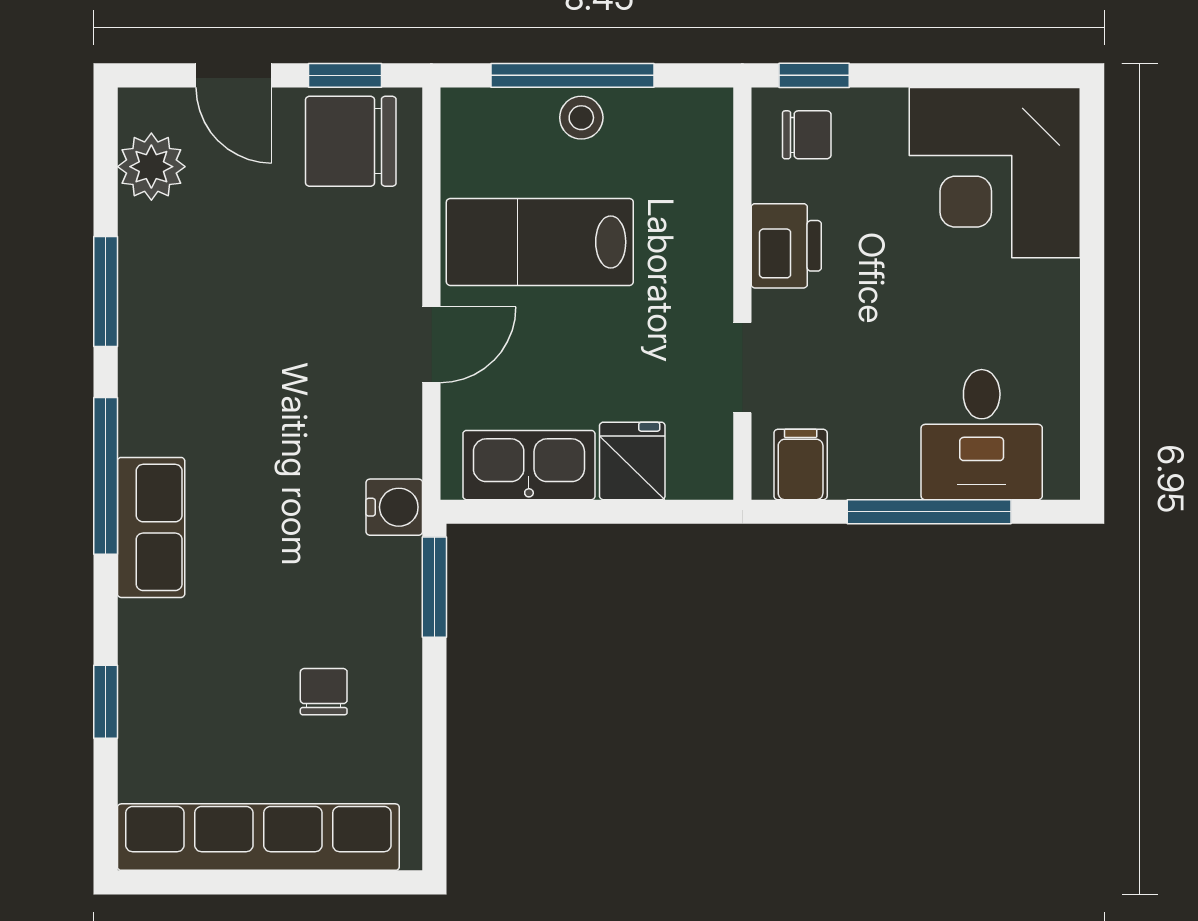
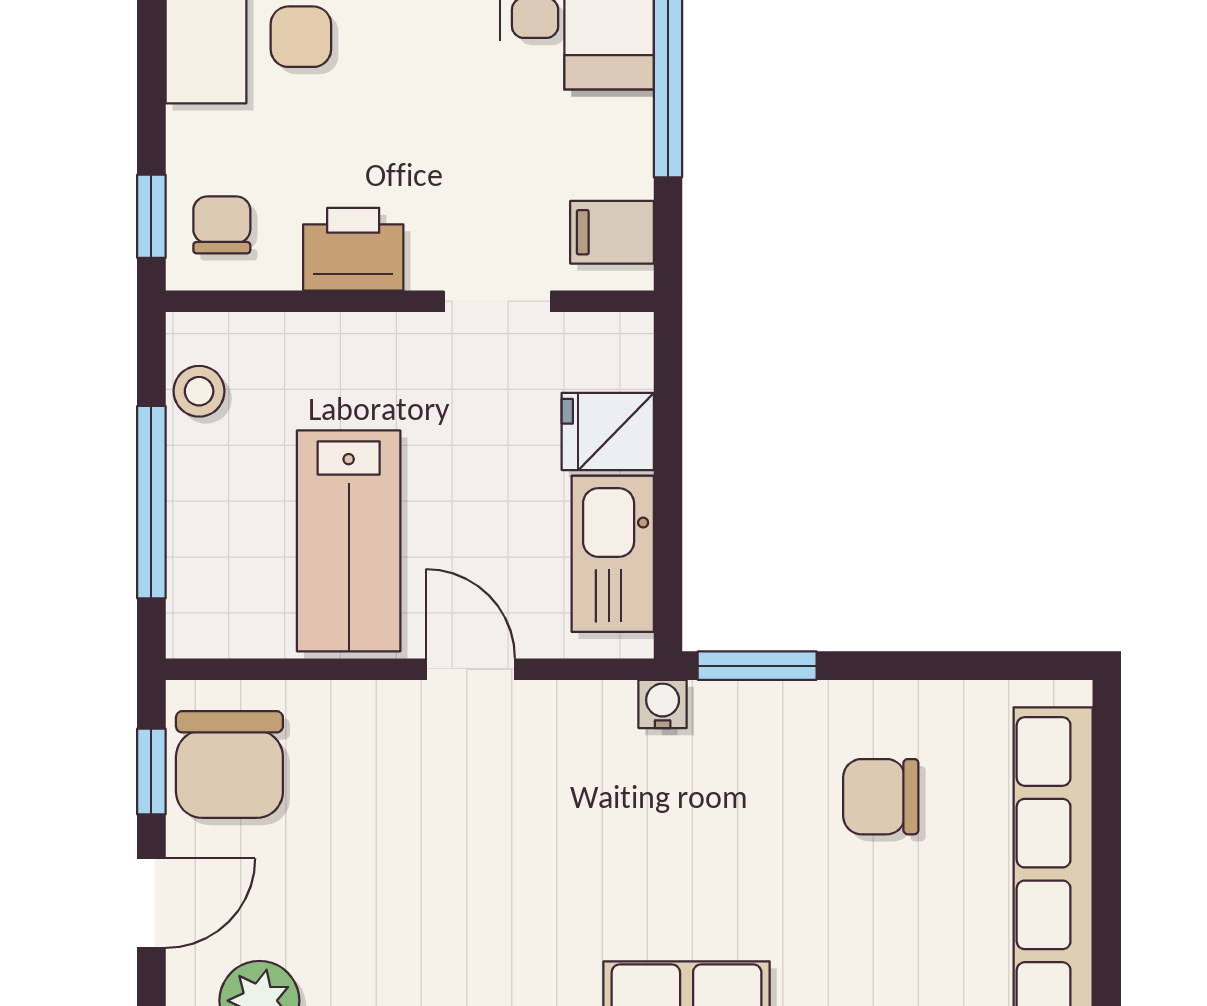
stool: (581, 118) -> (199, 391), moved
water cooler: (394, 507) -> (663, 704), width x0.72, depth x0.72
chair: (324, 692) -> (881, 797), width x1.37, depth x1.37

